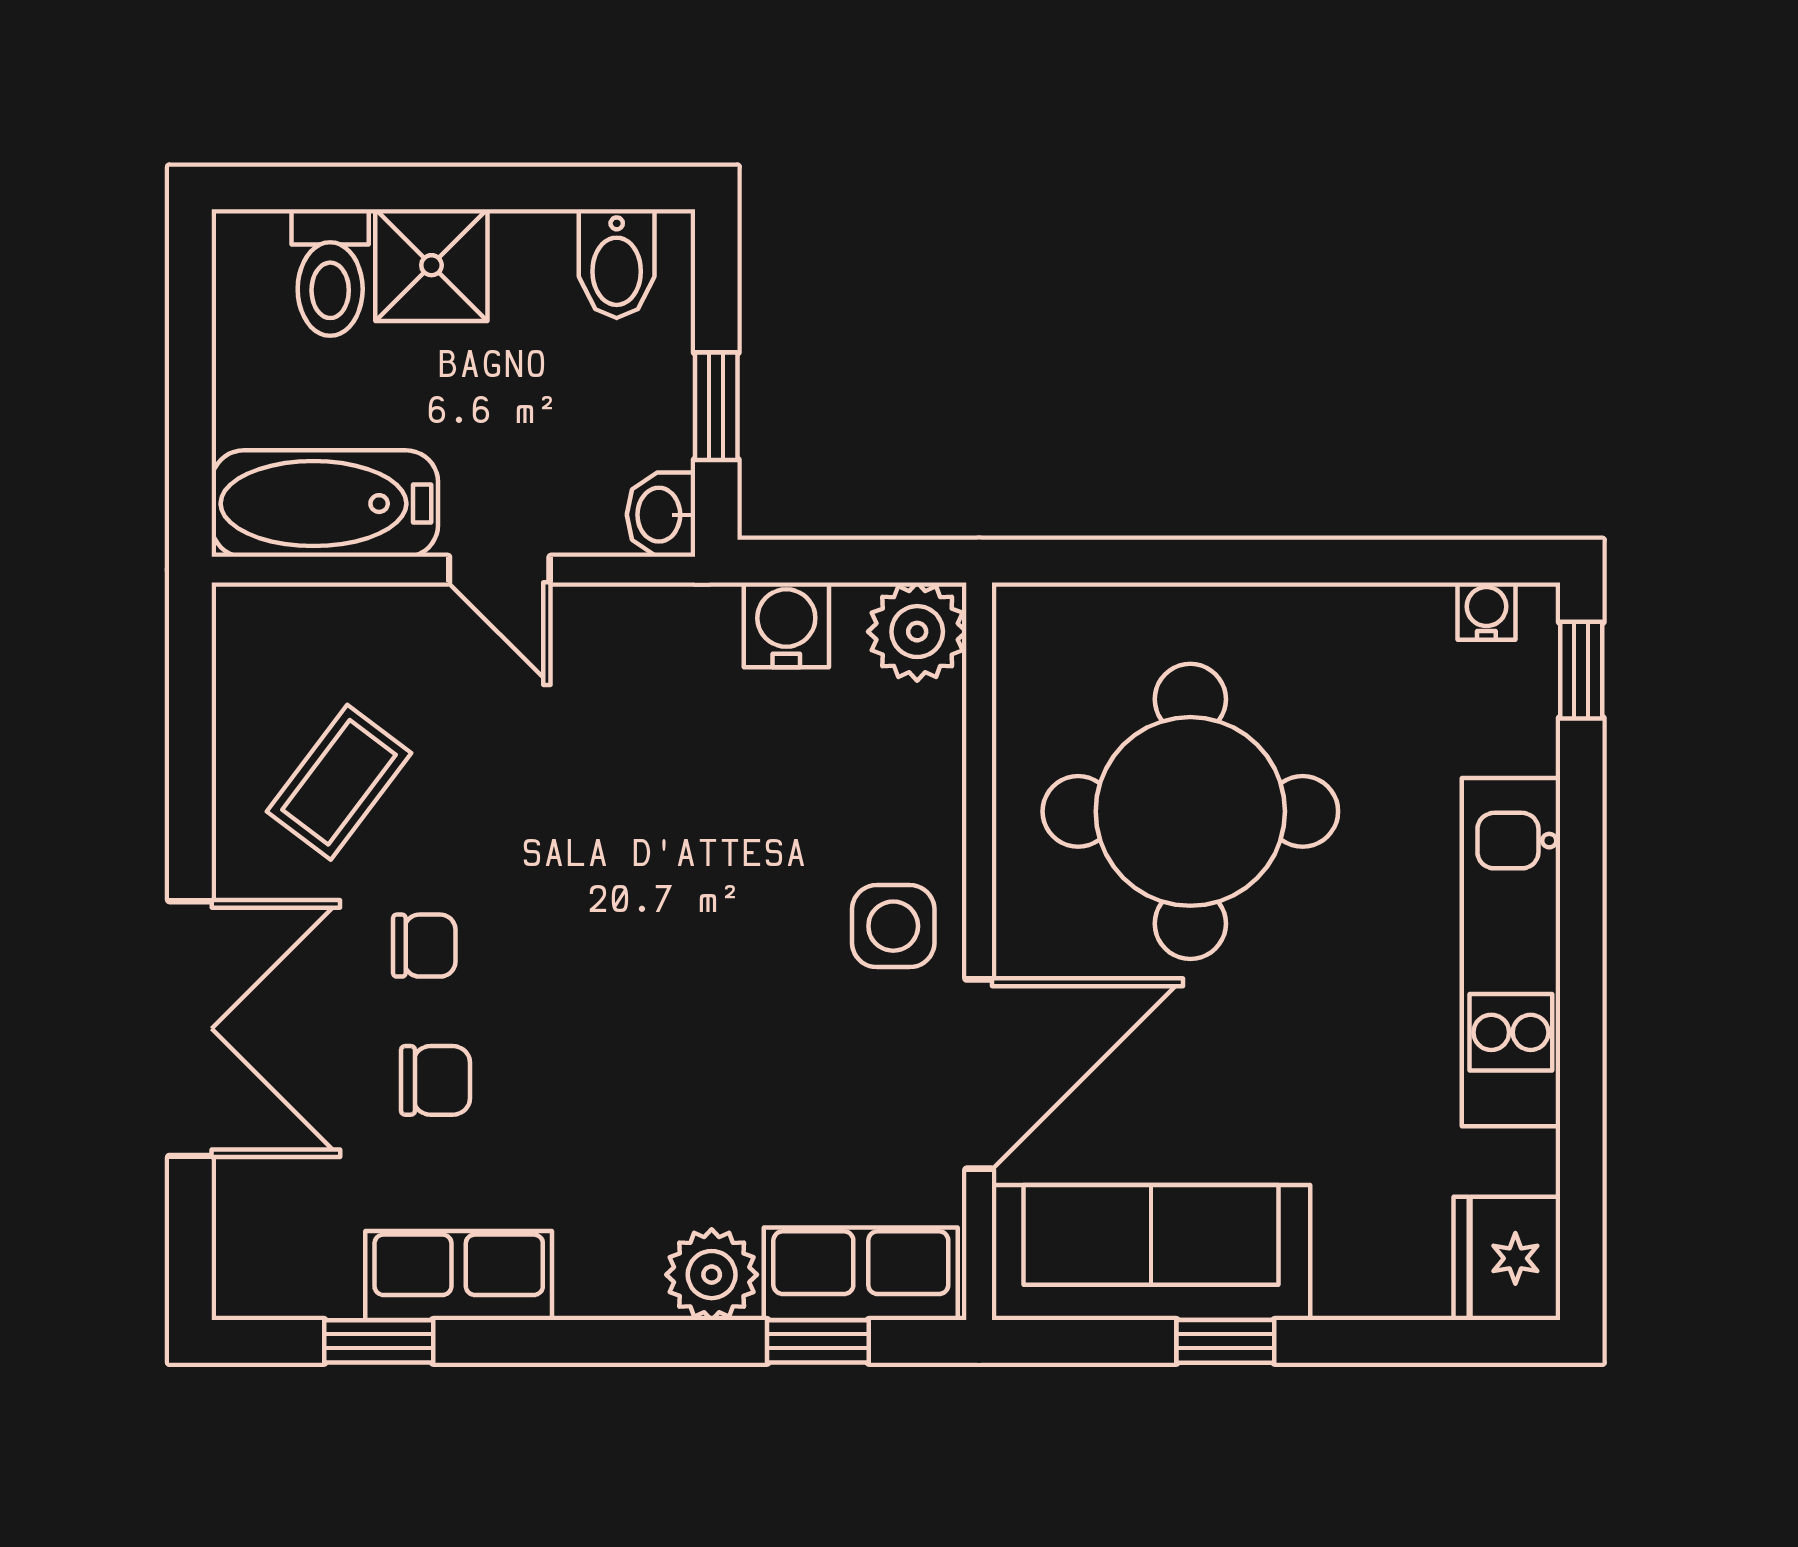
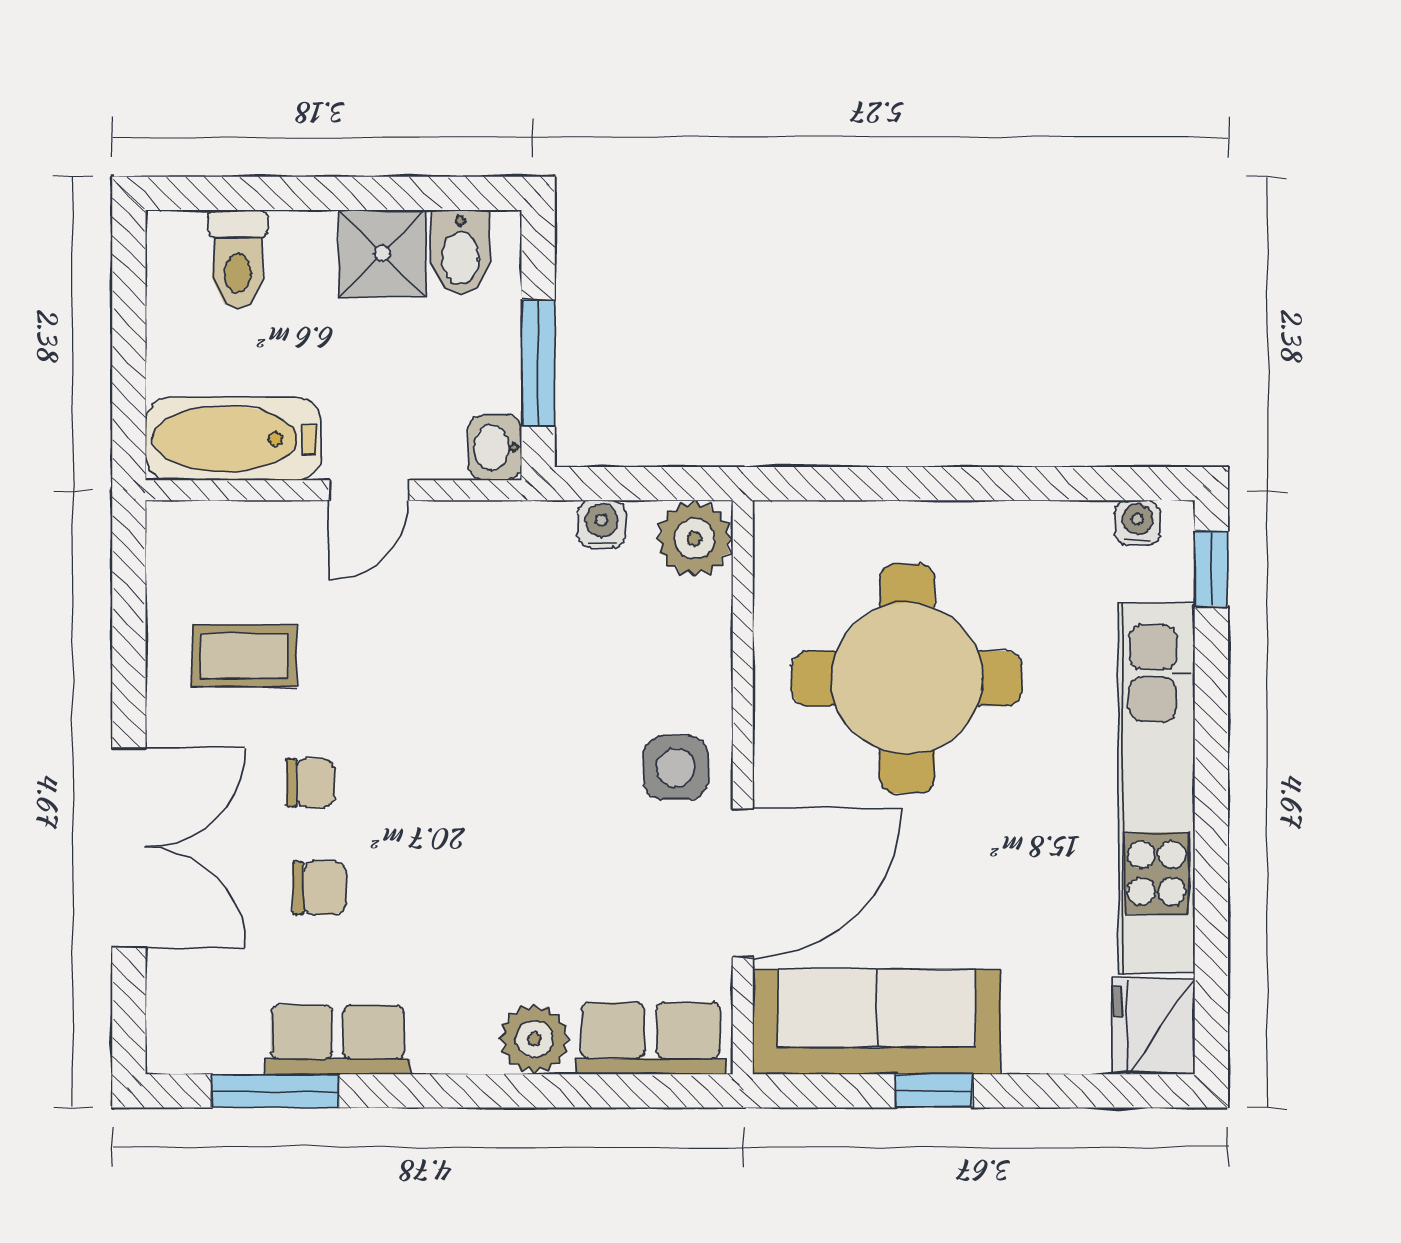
shower: (431, 265) -> (382, 253), moved
window: (716, 406) -> (538, 363), width x1.50
door: (499, 570) -> (369, 490), hinge flipped
water cooler: (786, 625) -> (602, 524), width x0.72, depth x0.72
coffee table: (339, 782) -> (244, 656), turned 53
kitchen unit: (1511, 952) -> (1157, 788), width x1.36
window: (379, 1341) -> (275, 1091), width x1.50
window: (818, 1341) -> (617, 1091), removed

